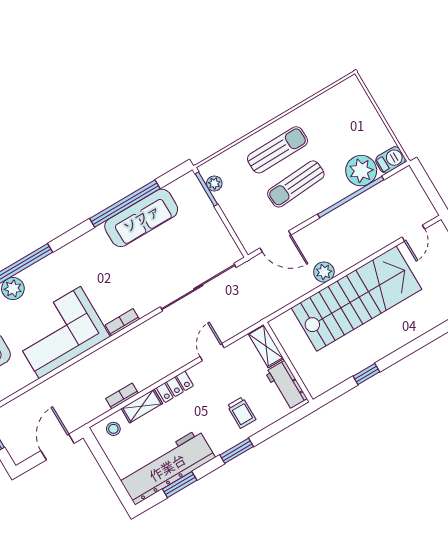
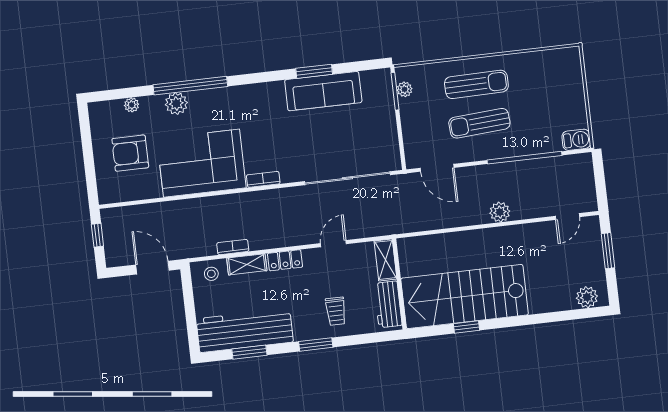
plant: (361, 171) -> (545, 138), removed
window: (125, 204) -> (314, 71), width x0.47
plant: (324, 272) -> (500, 212), moved
stairs: (356, 299) -> (465, 297), moved, turned 180
door: (58, 447) -> (152, 268), hinge flipped

